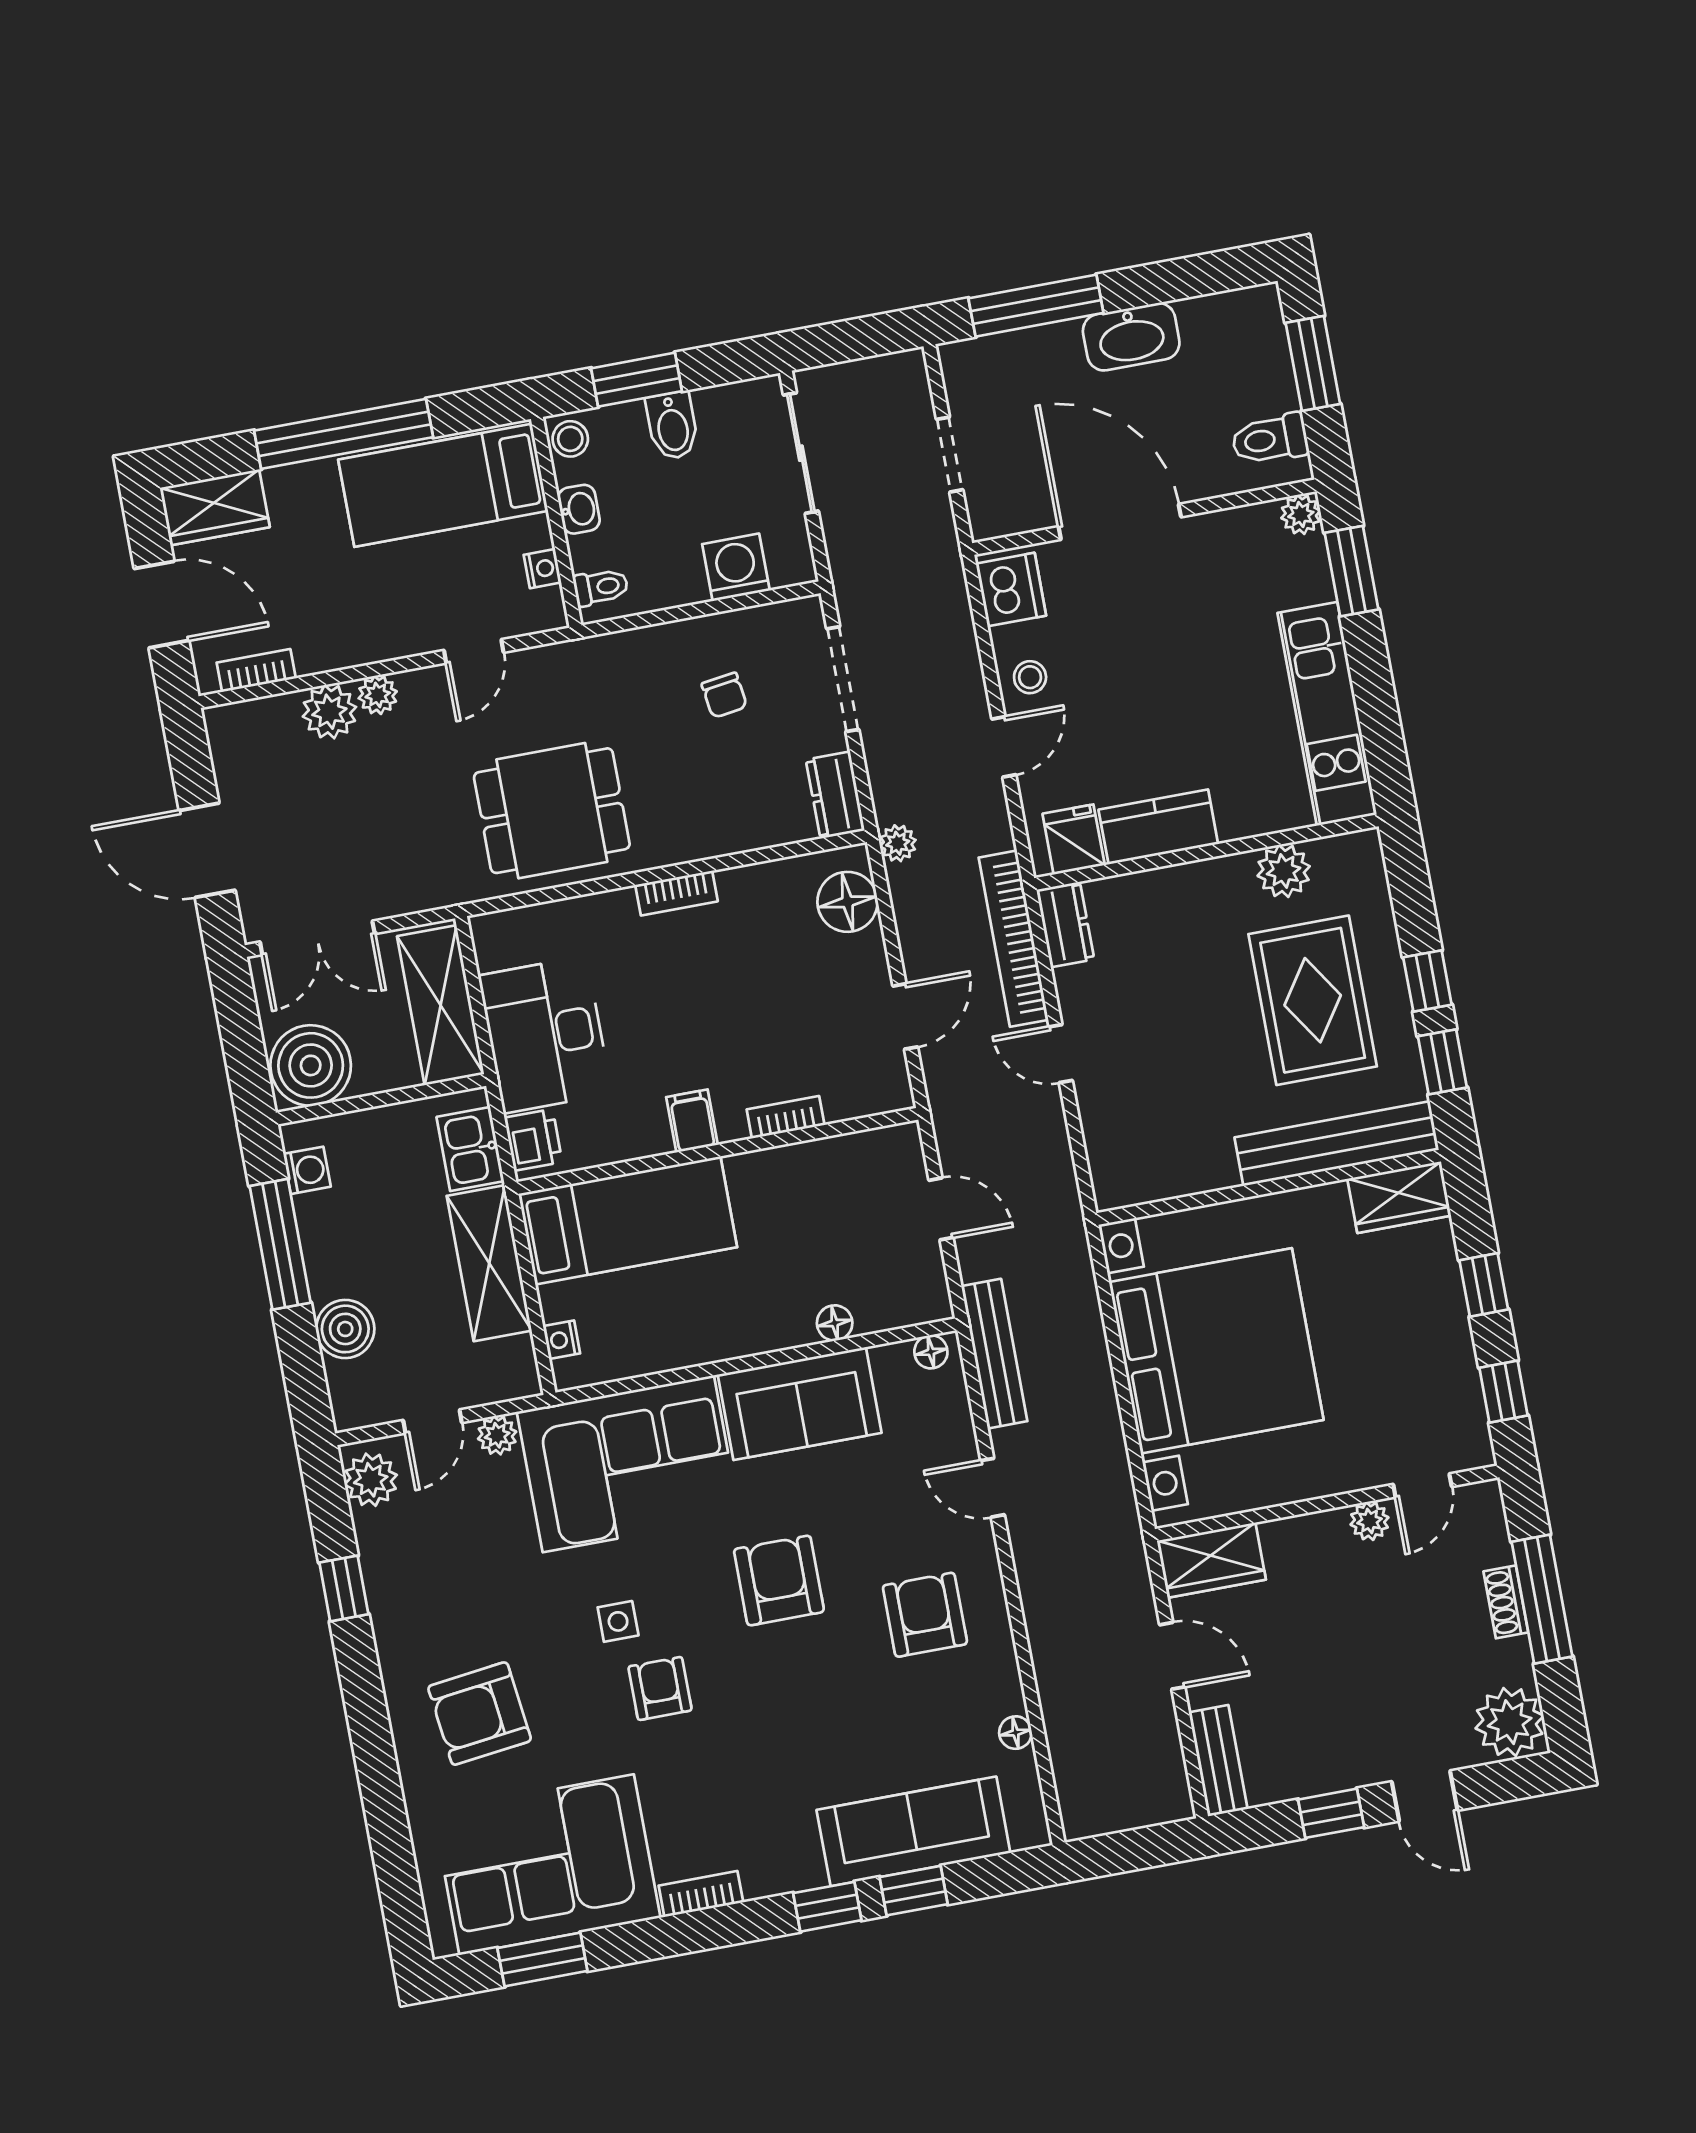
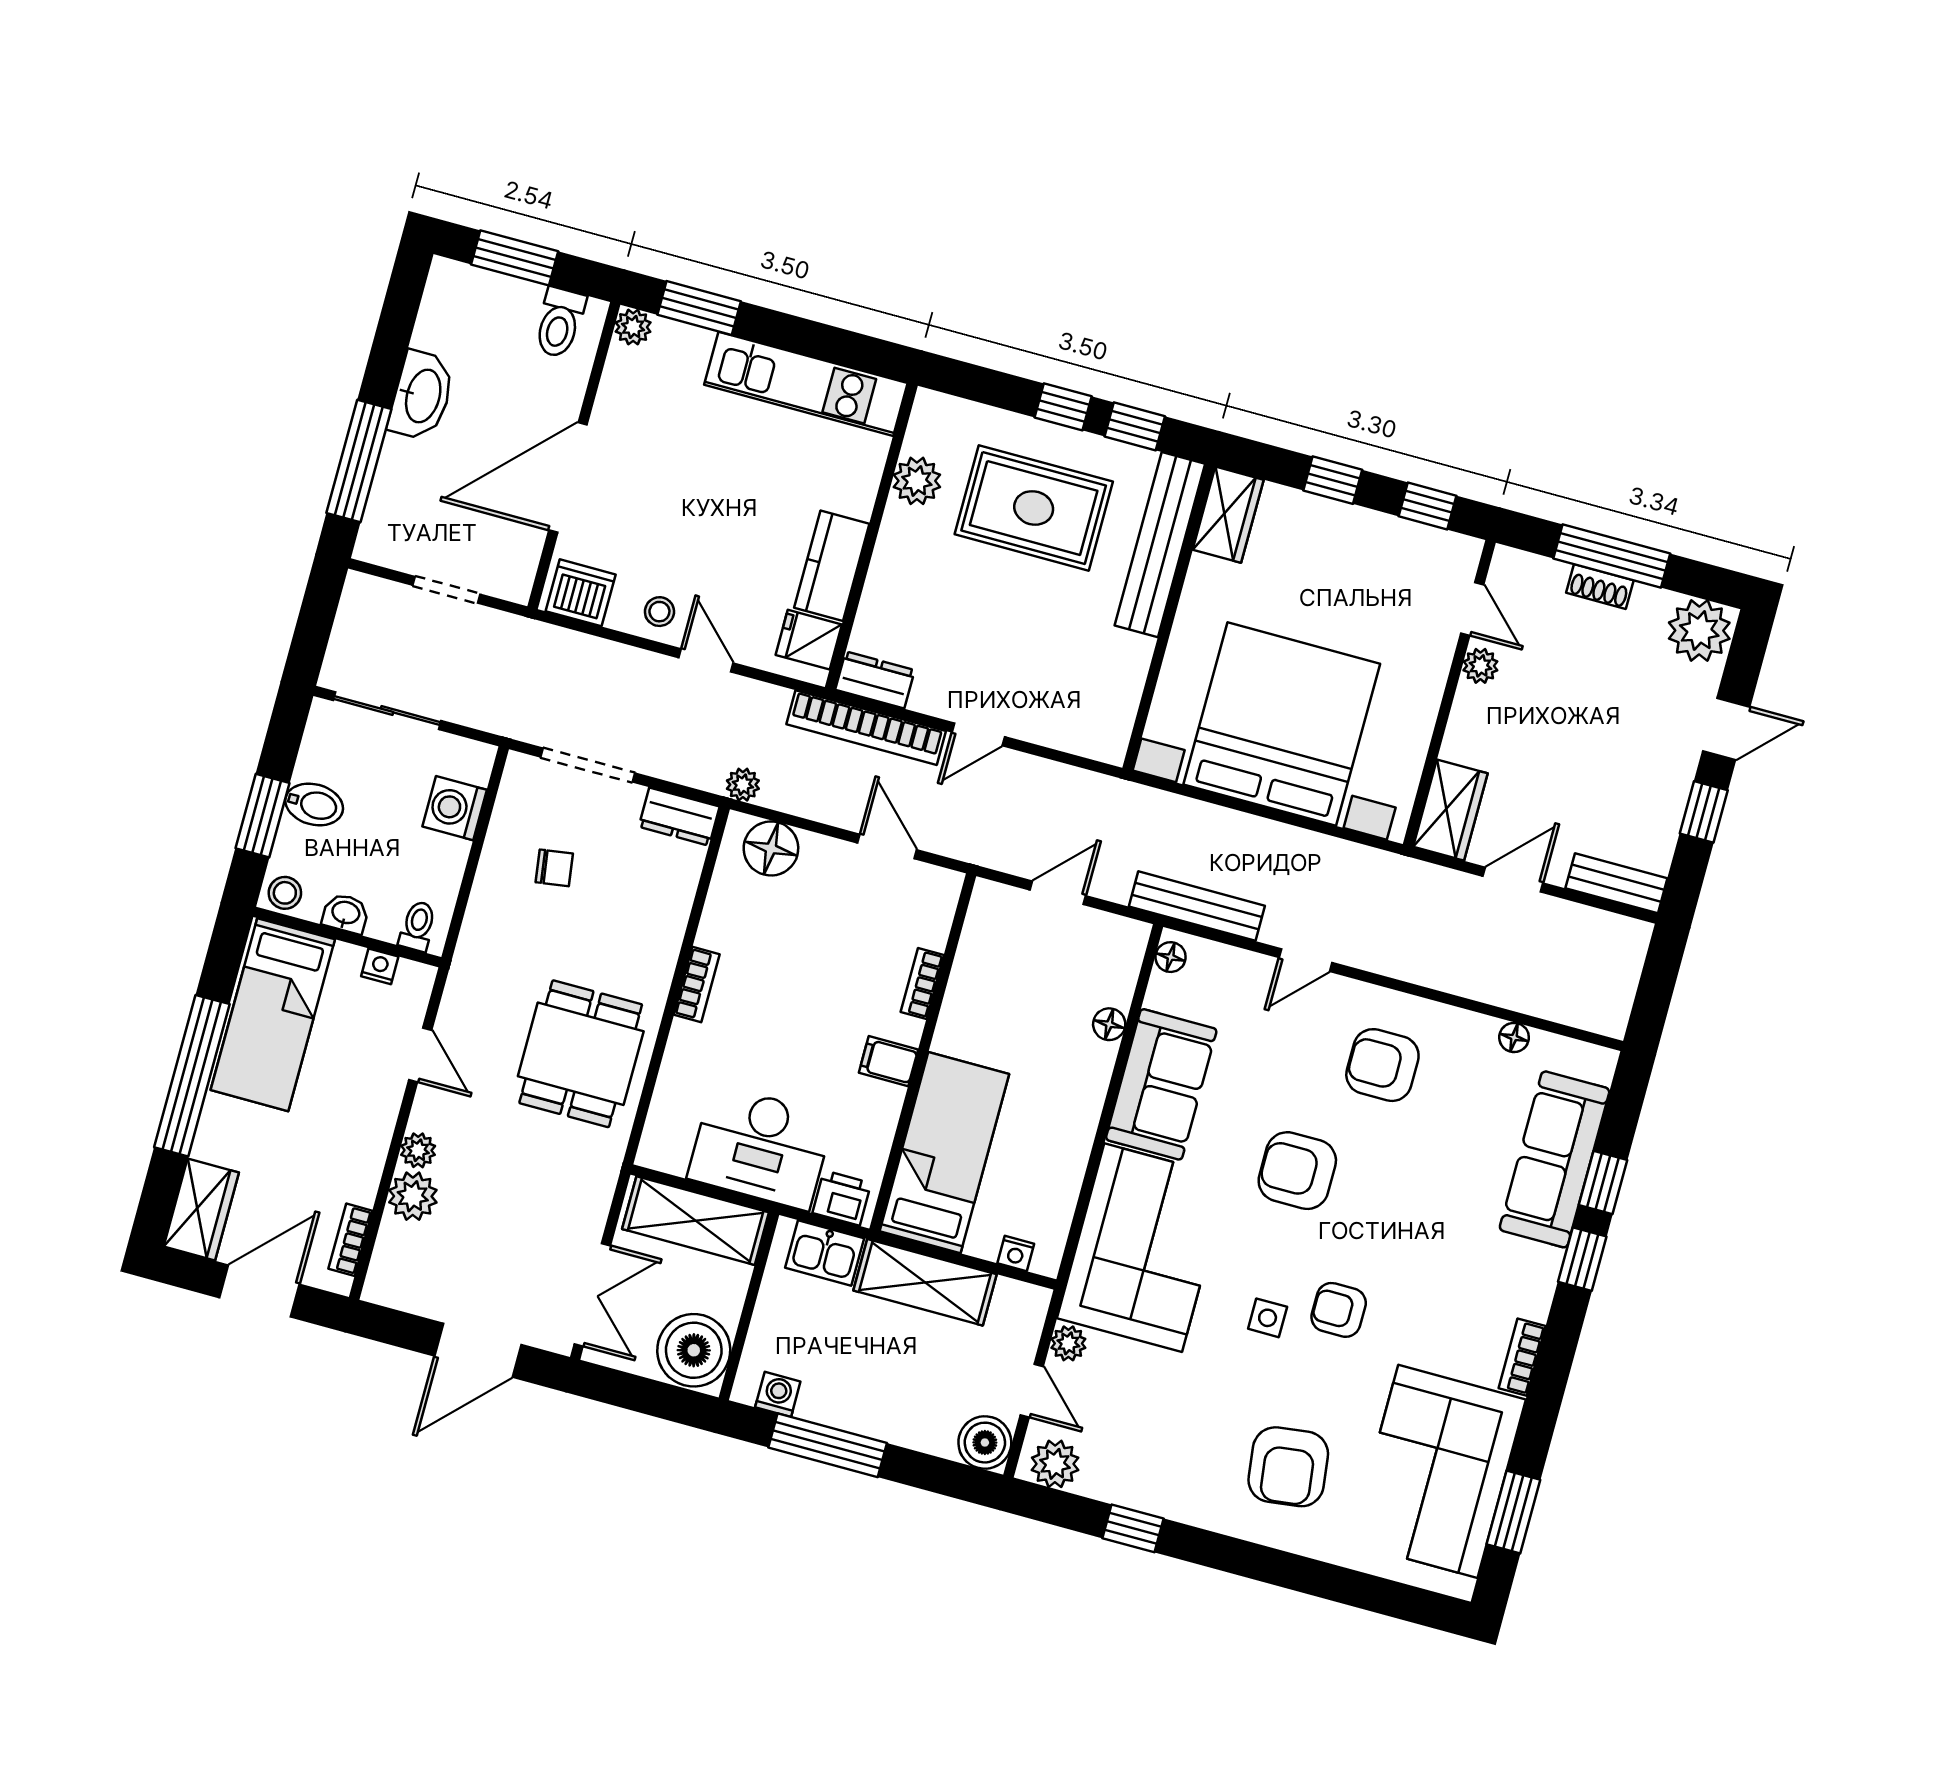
boiler: (345, 1329) -> (985, 1443), moved

